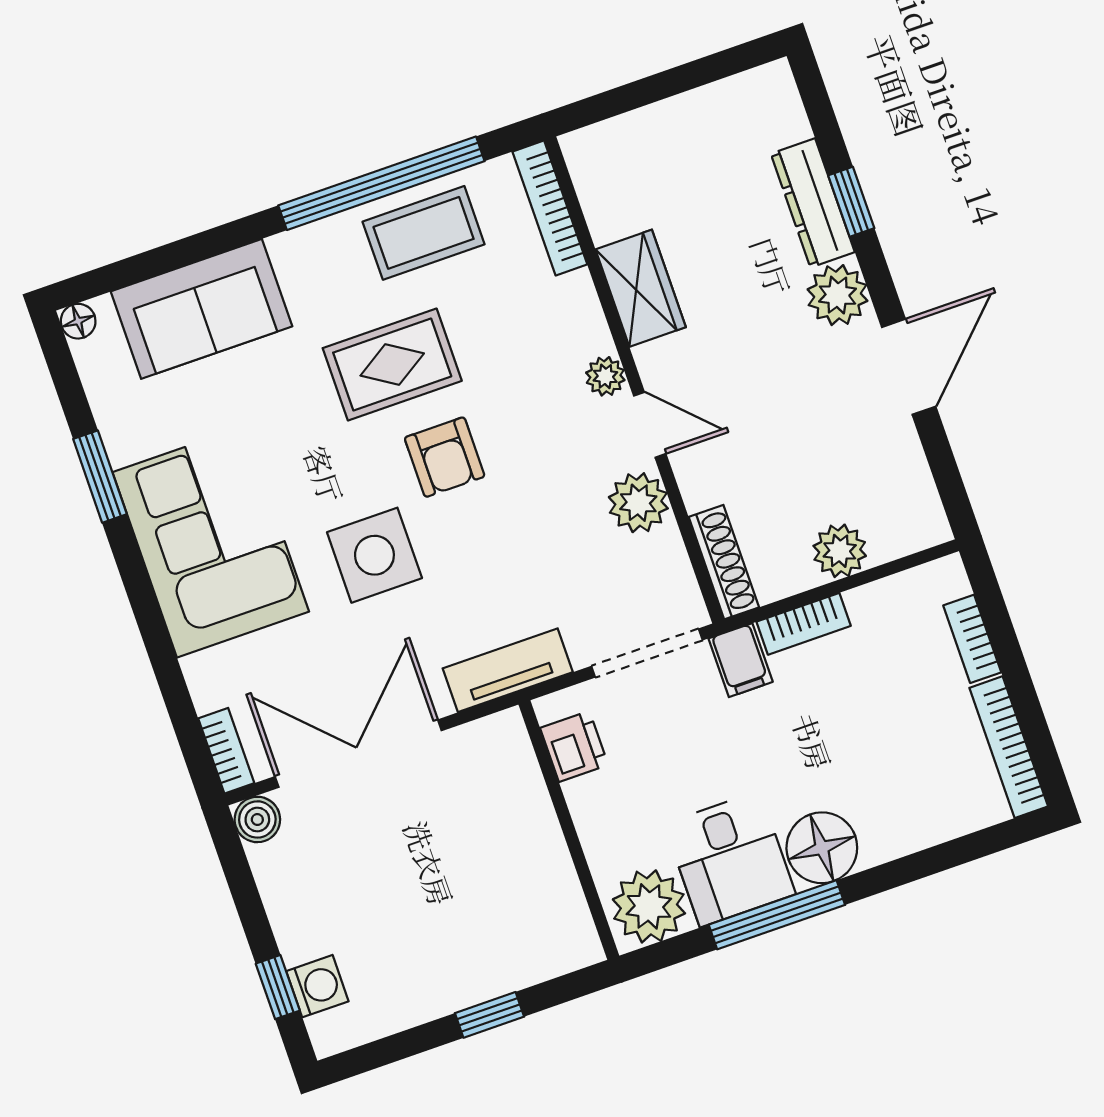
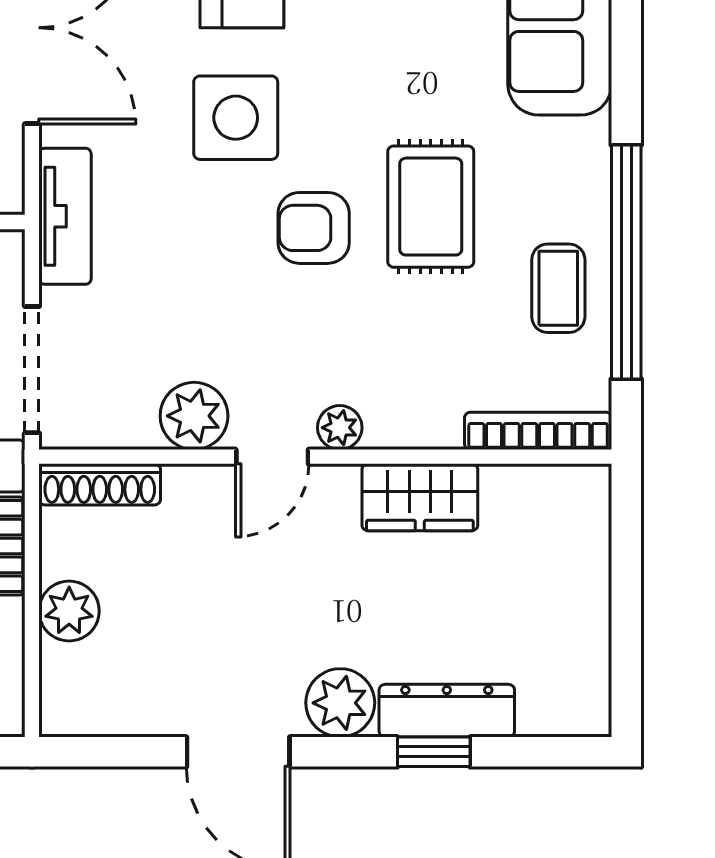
coffee table: (424, 233) -> (558, 288), width x0.73, depth x0.77

